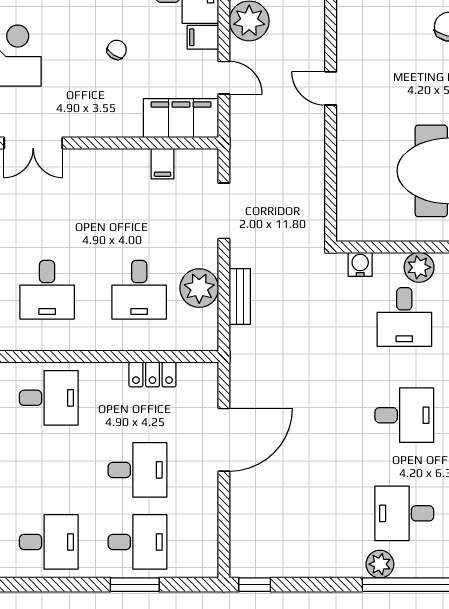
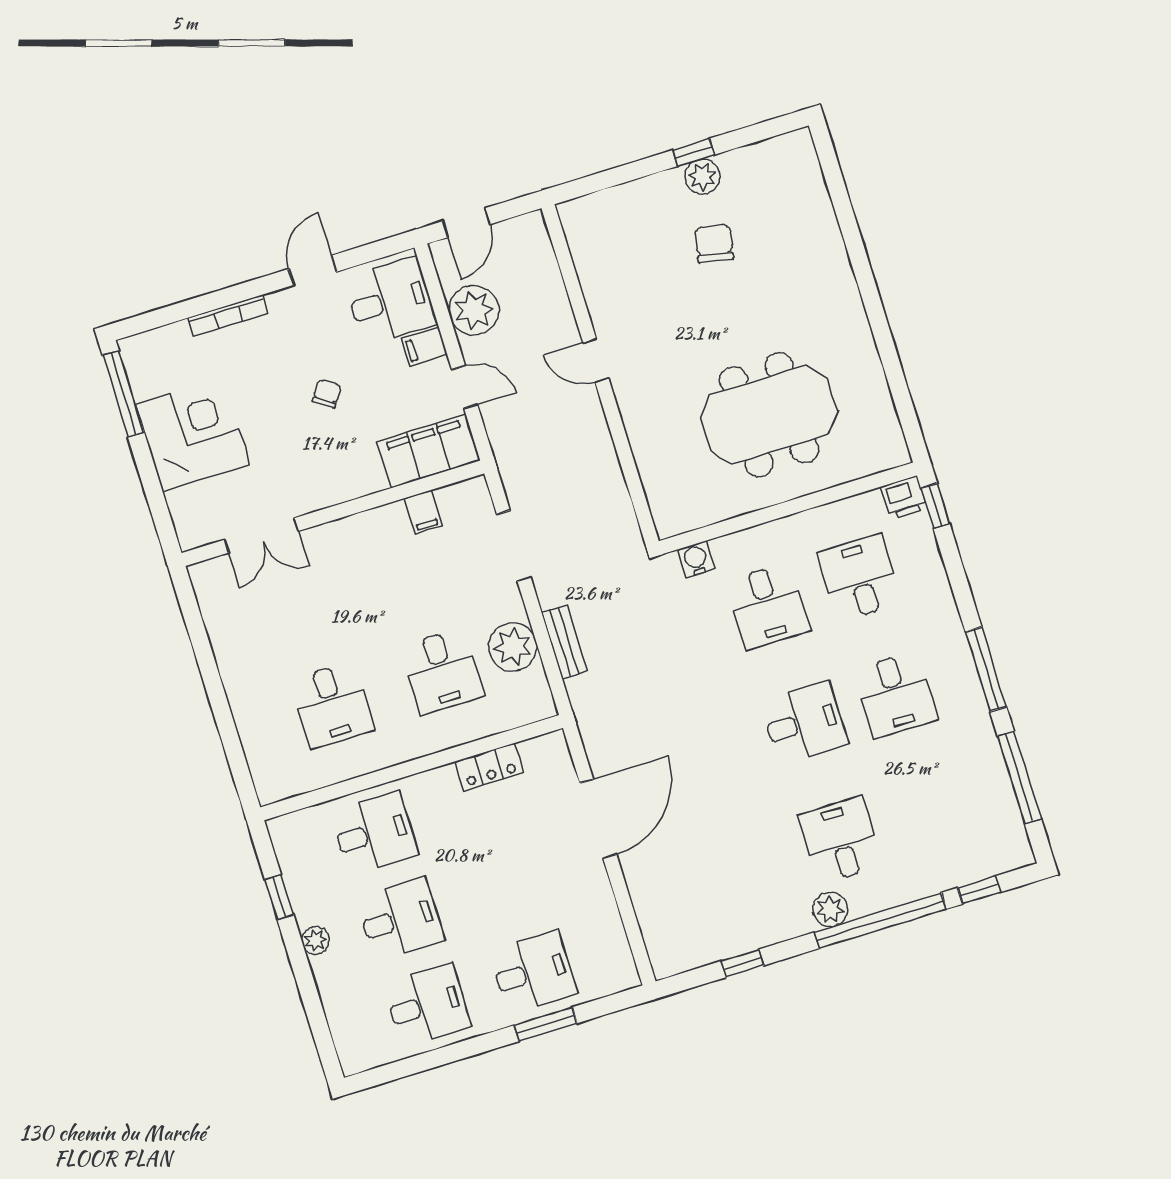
plant: (419, 267) -> (767, 541), removed
desk: (138, 470) -> (401, 919), moved
desk: (404, 513) -> (840, 840), turned 90
window: (255, 585) -> (742, 963), moved

